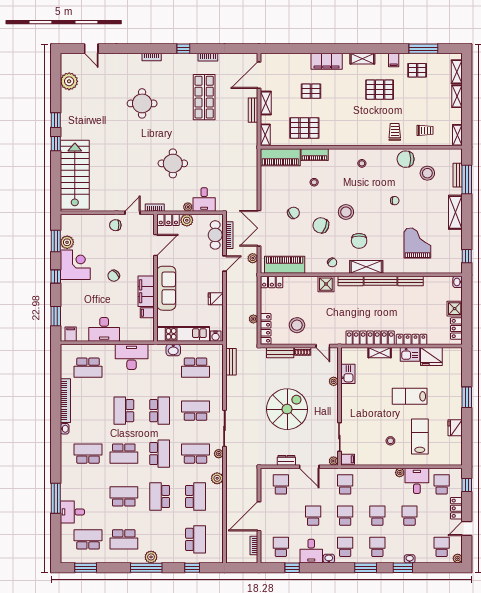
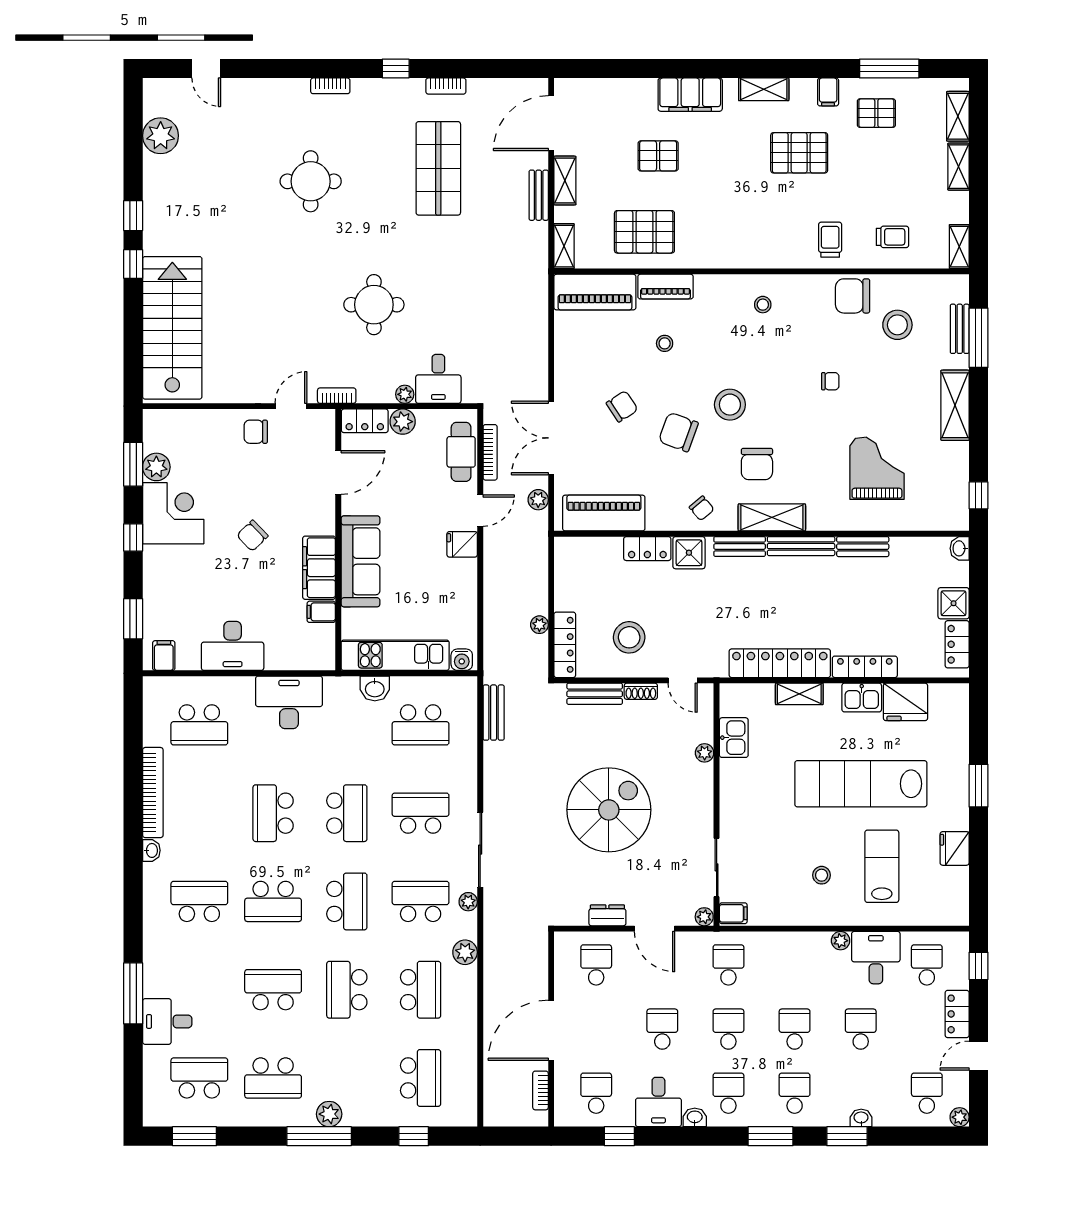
locker: (272, 282) -> (647, 549), moved
fridge: (216, 299) -> (462, 544), moved
lab bench: (410, 396) -> (861, 784), width x1.86, depth x1.39

